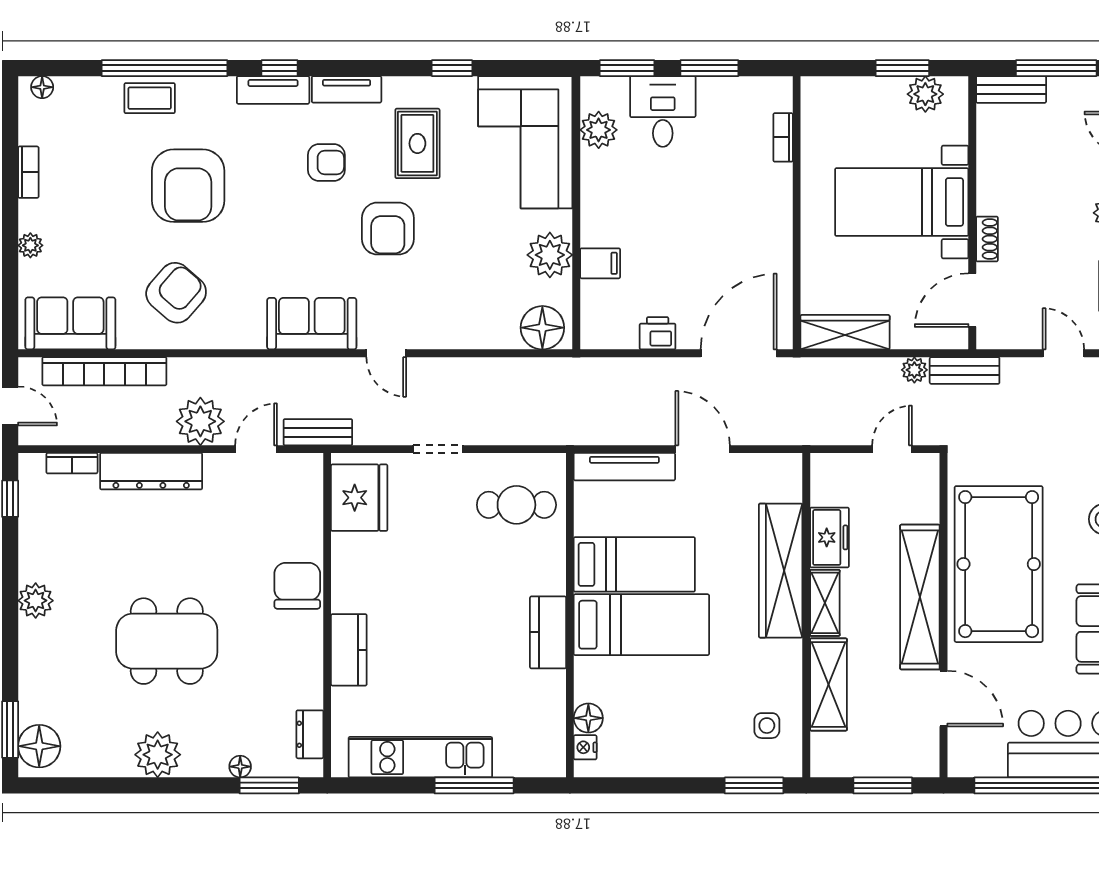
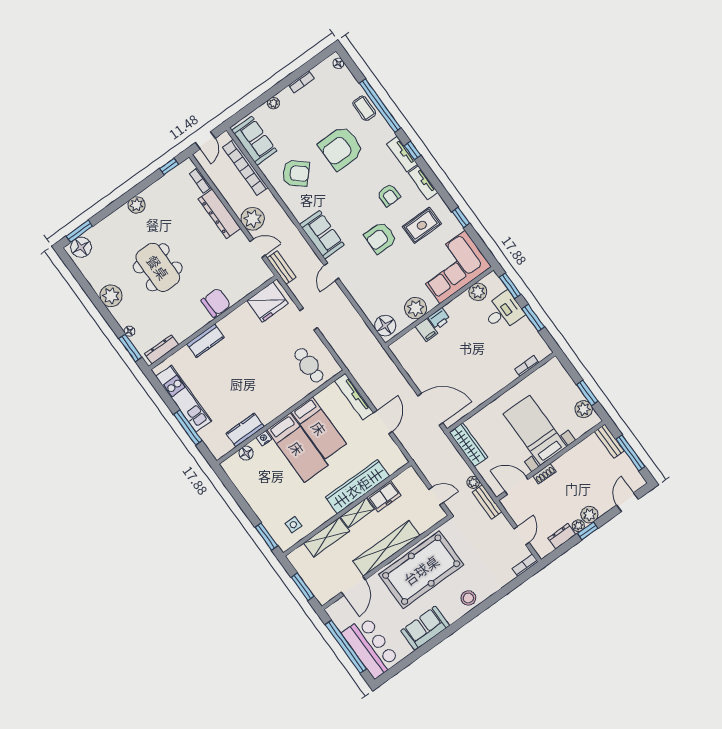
printer: (658, 333) -> (439, 319), moved, turned 90
kitchen counter: (548, 632) -> (245, 430), moved
dresser: (310, 734) -> (162, 349), width x1.44
nightstand: (585, 747) -> (264, 438), moved

